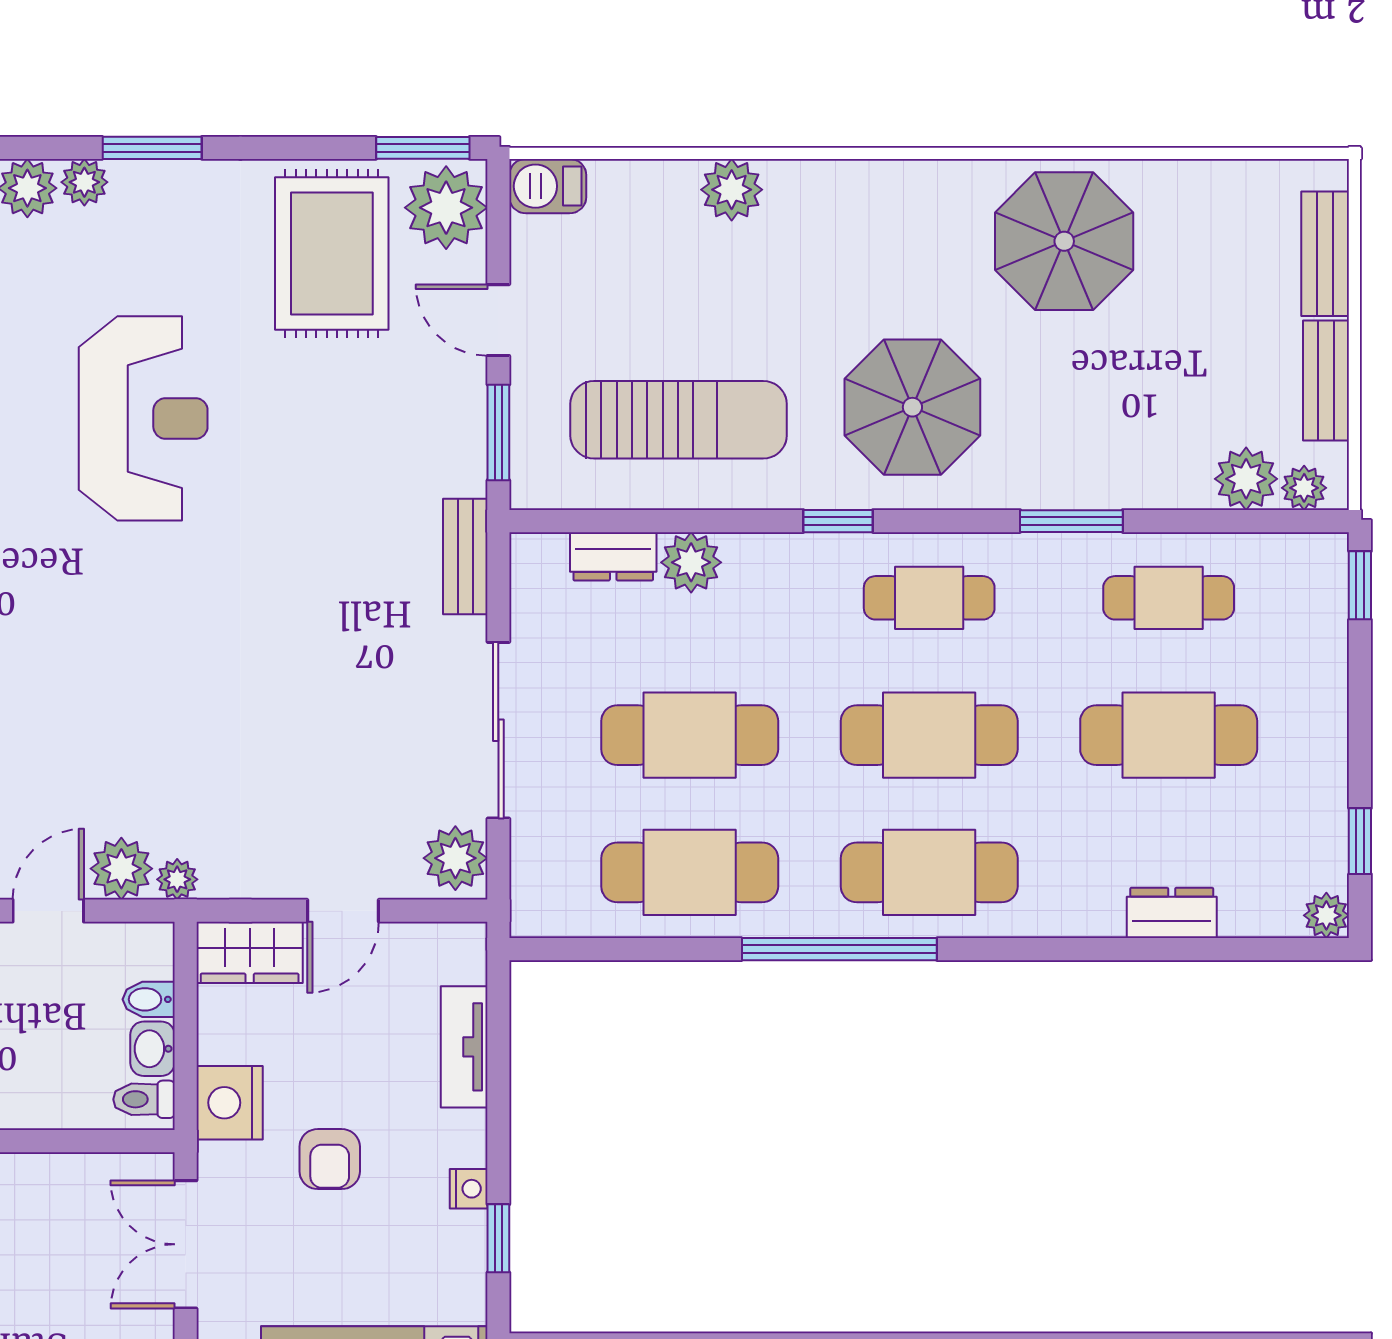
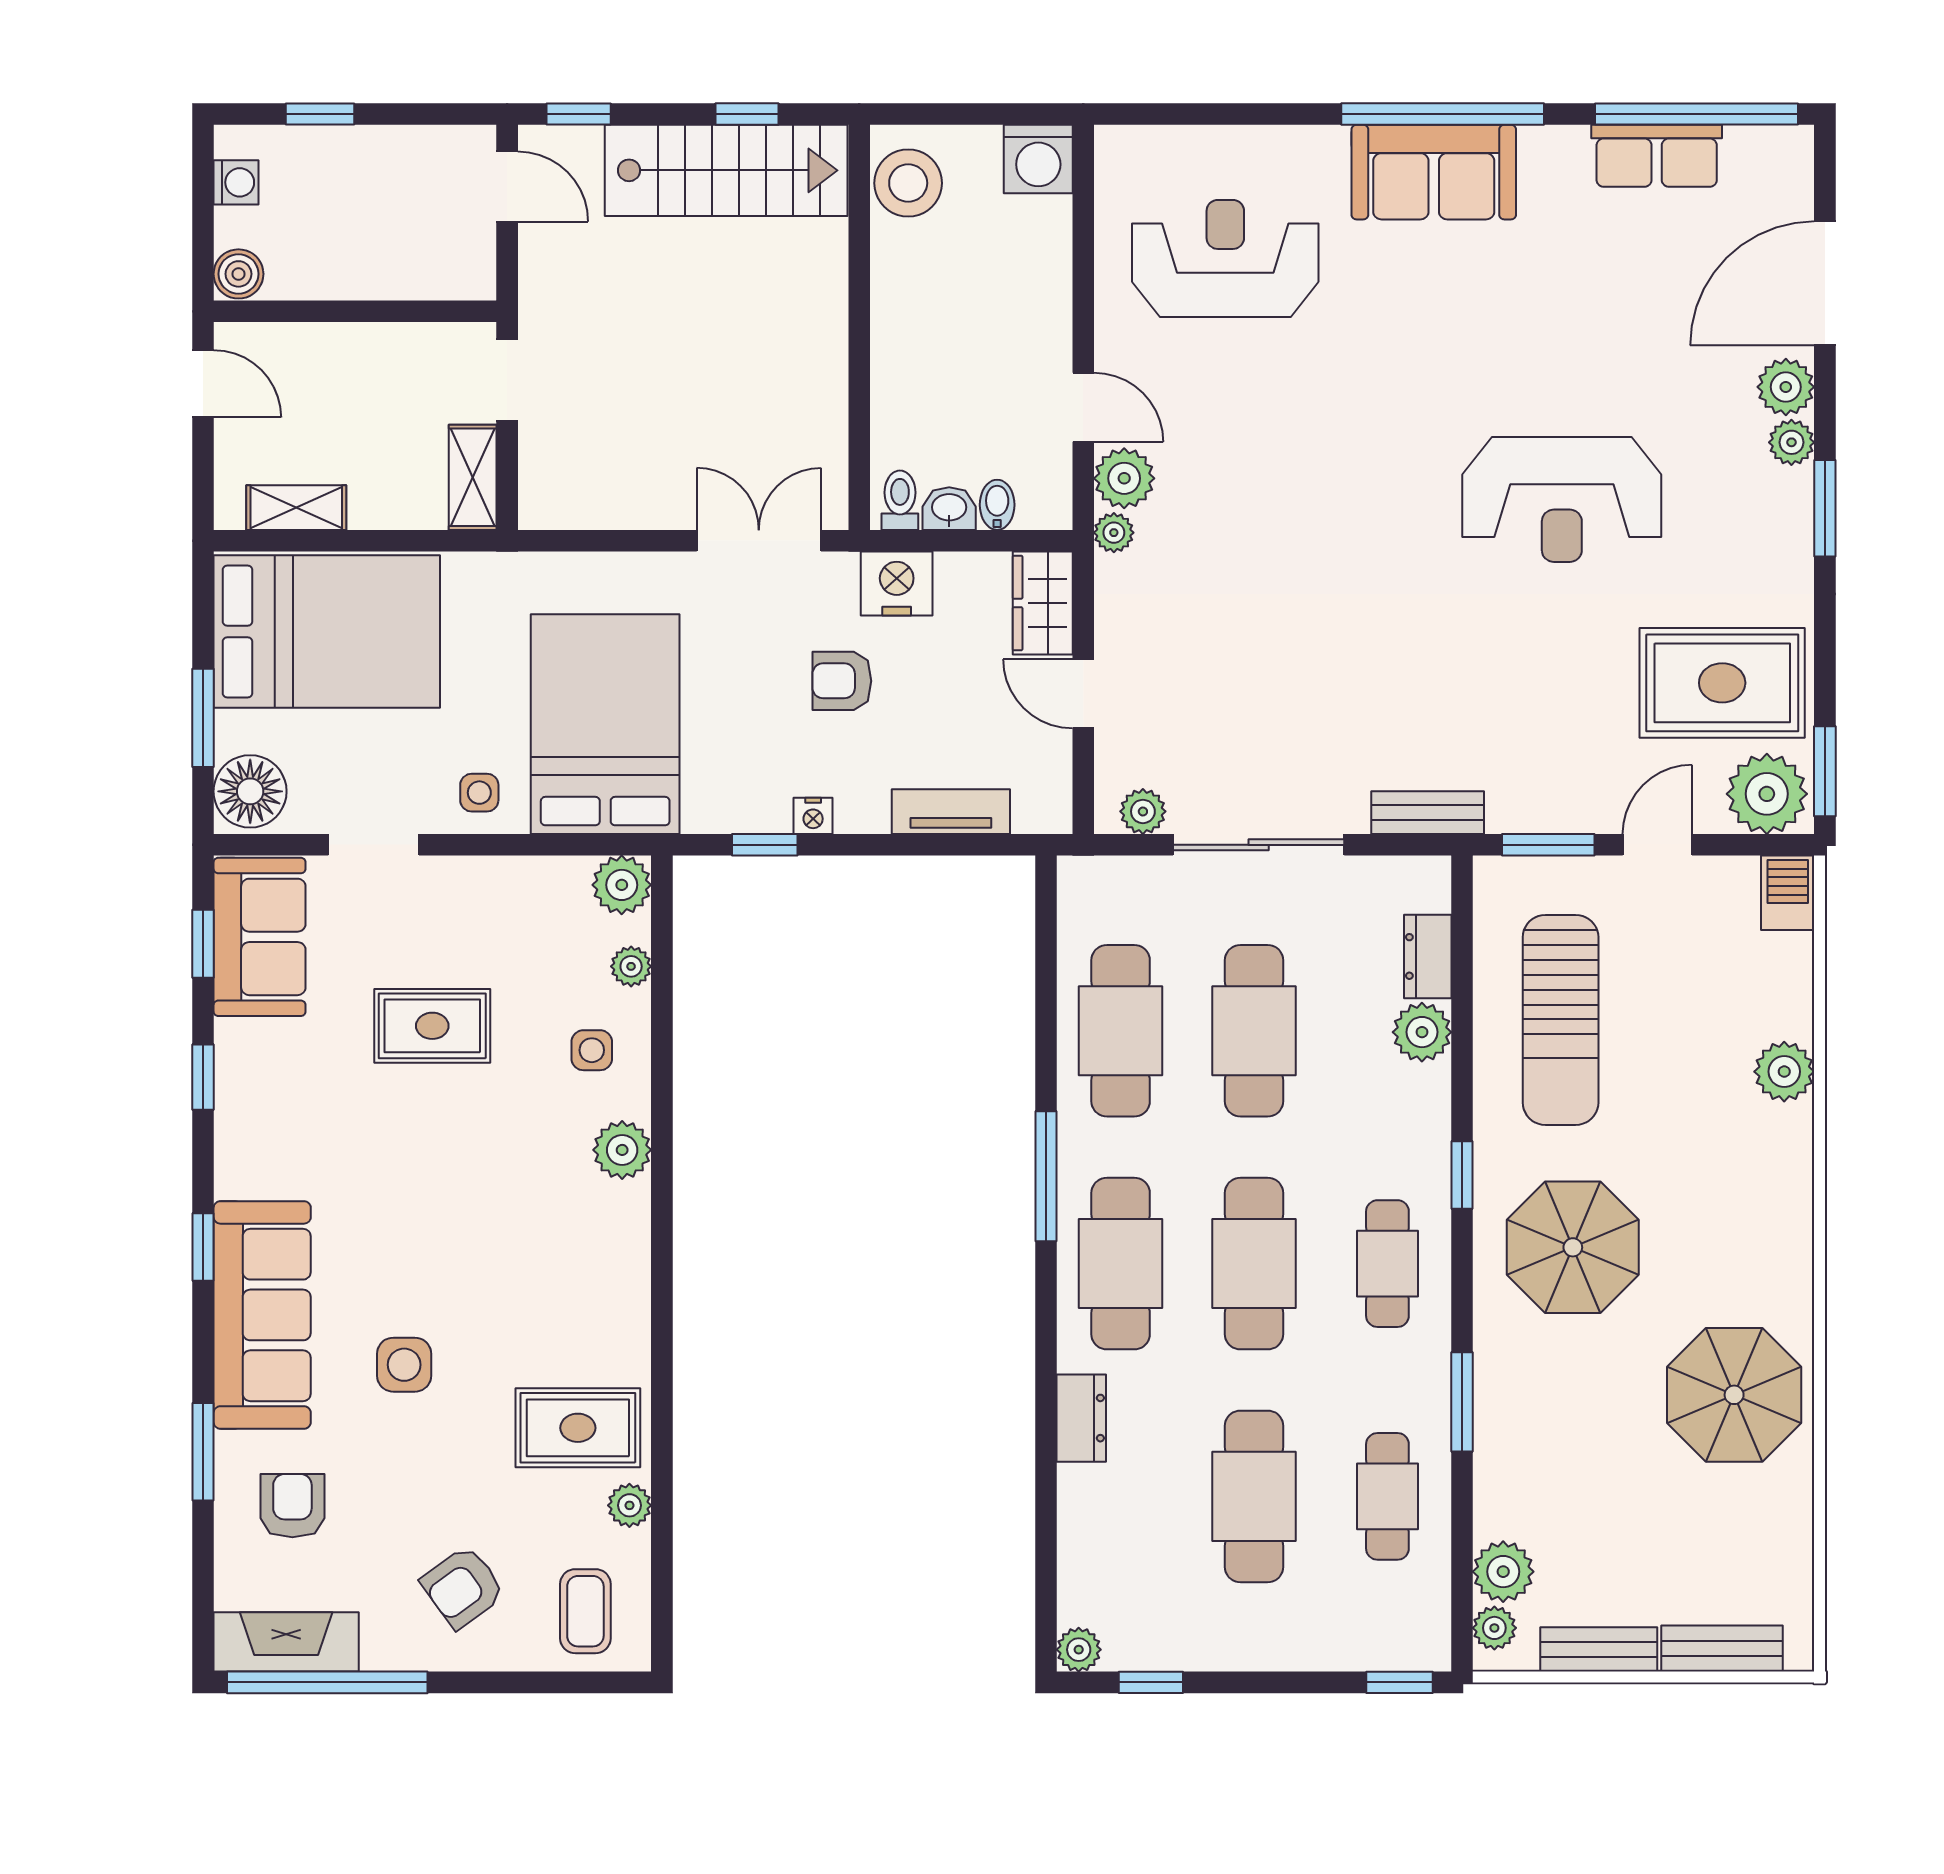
plant: (455, 858) -> (1143, 811), width x0.73, depth x0.73
dresser: (1172, 913) -> (1081, 1418), moved
window: (839, 949) -> (1046, 1176), width x0.68

